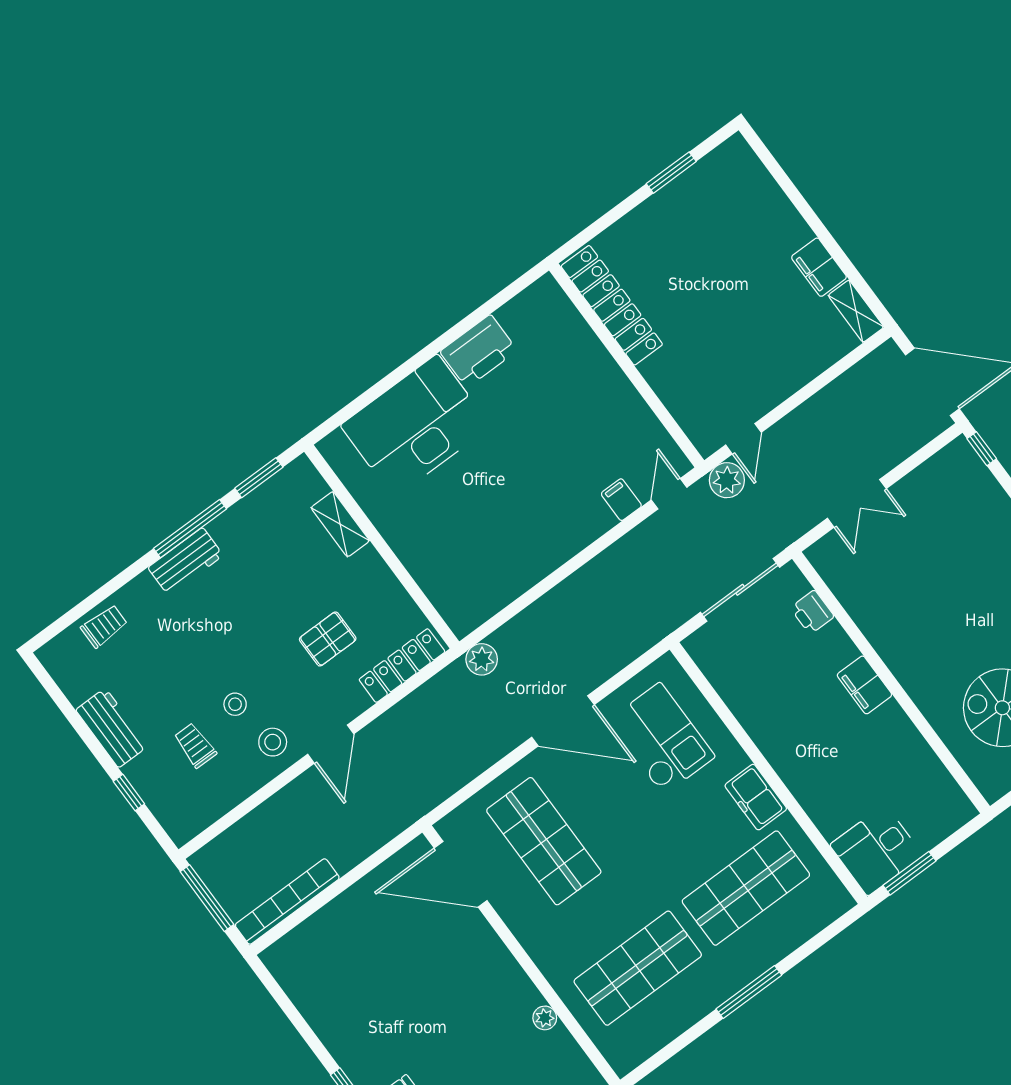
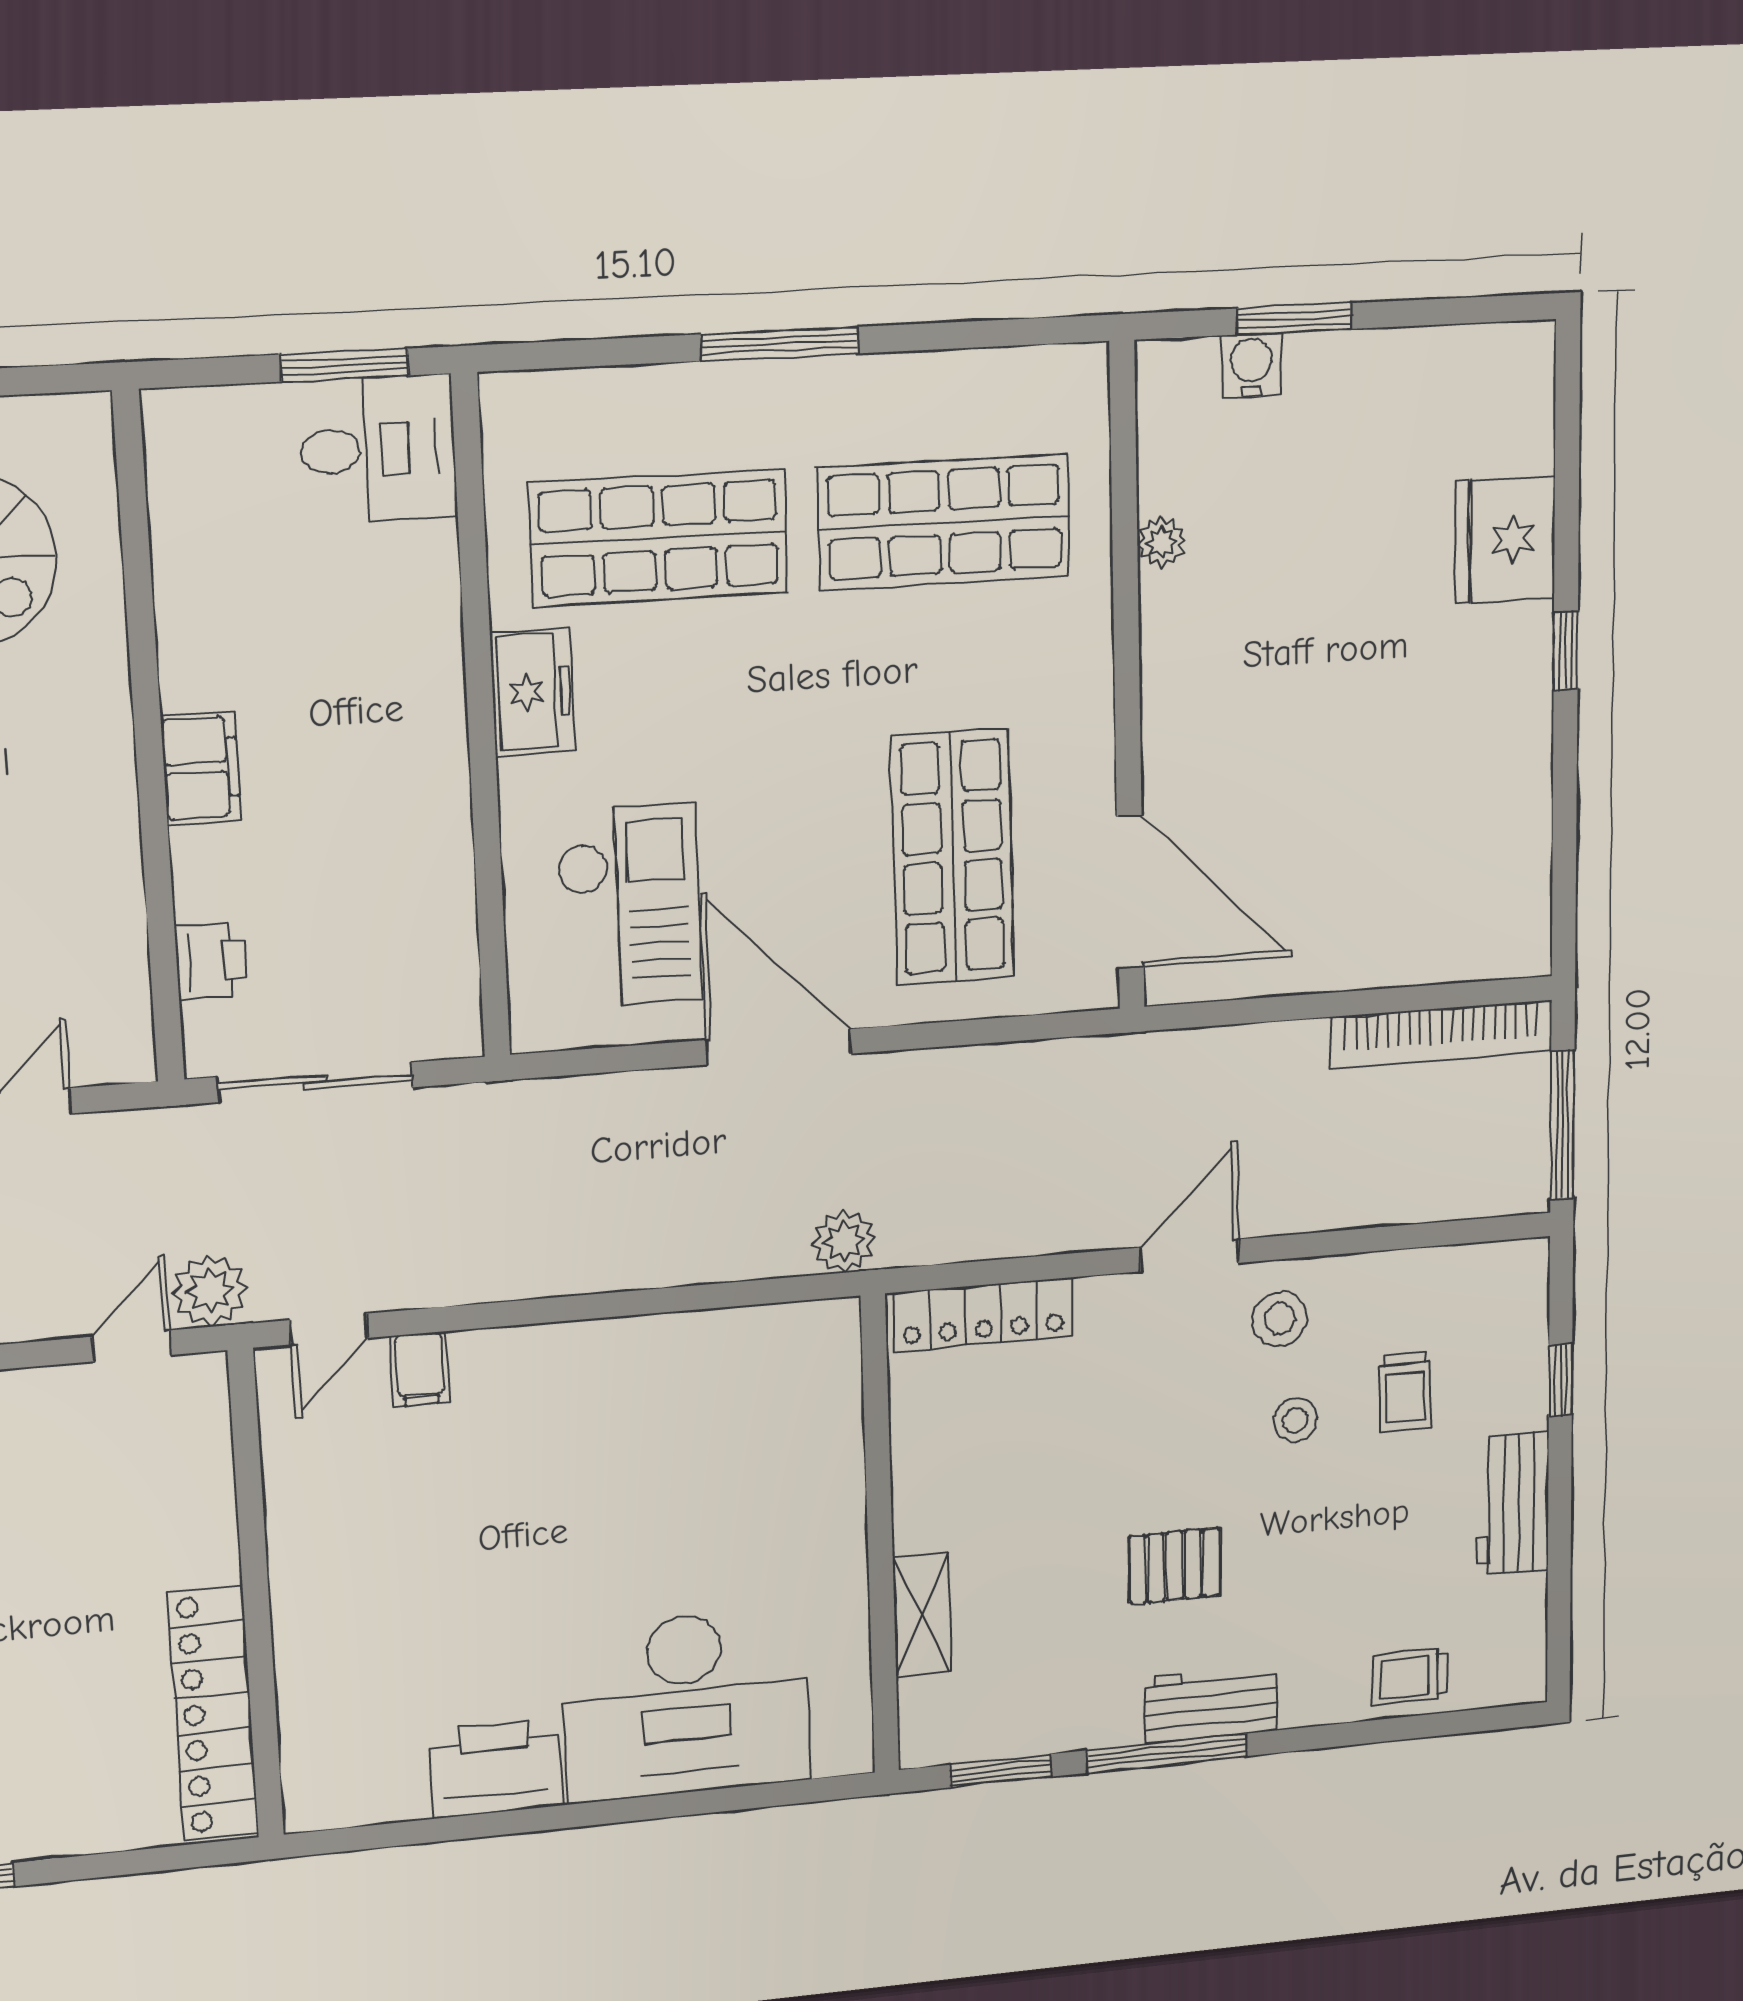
pallet: (328, 639) -> (1175, 1566), moved
checkout: (662, 739) -> (629, 906), turned 180

